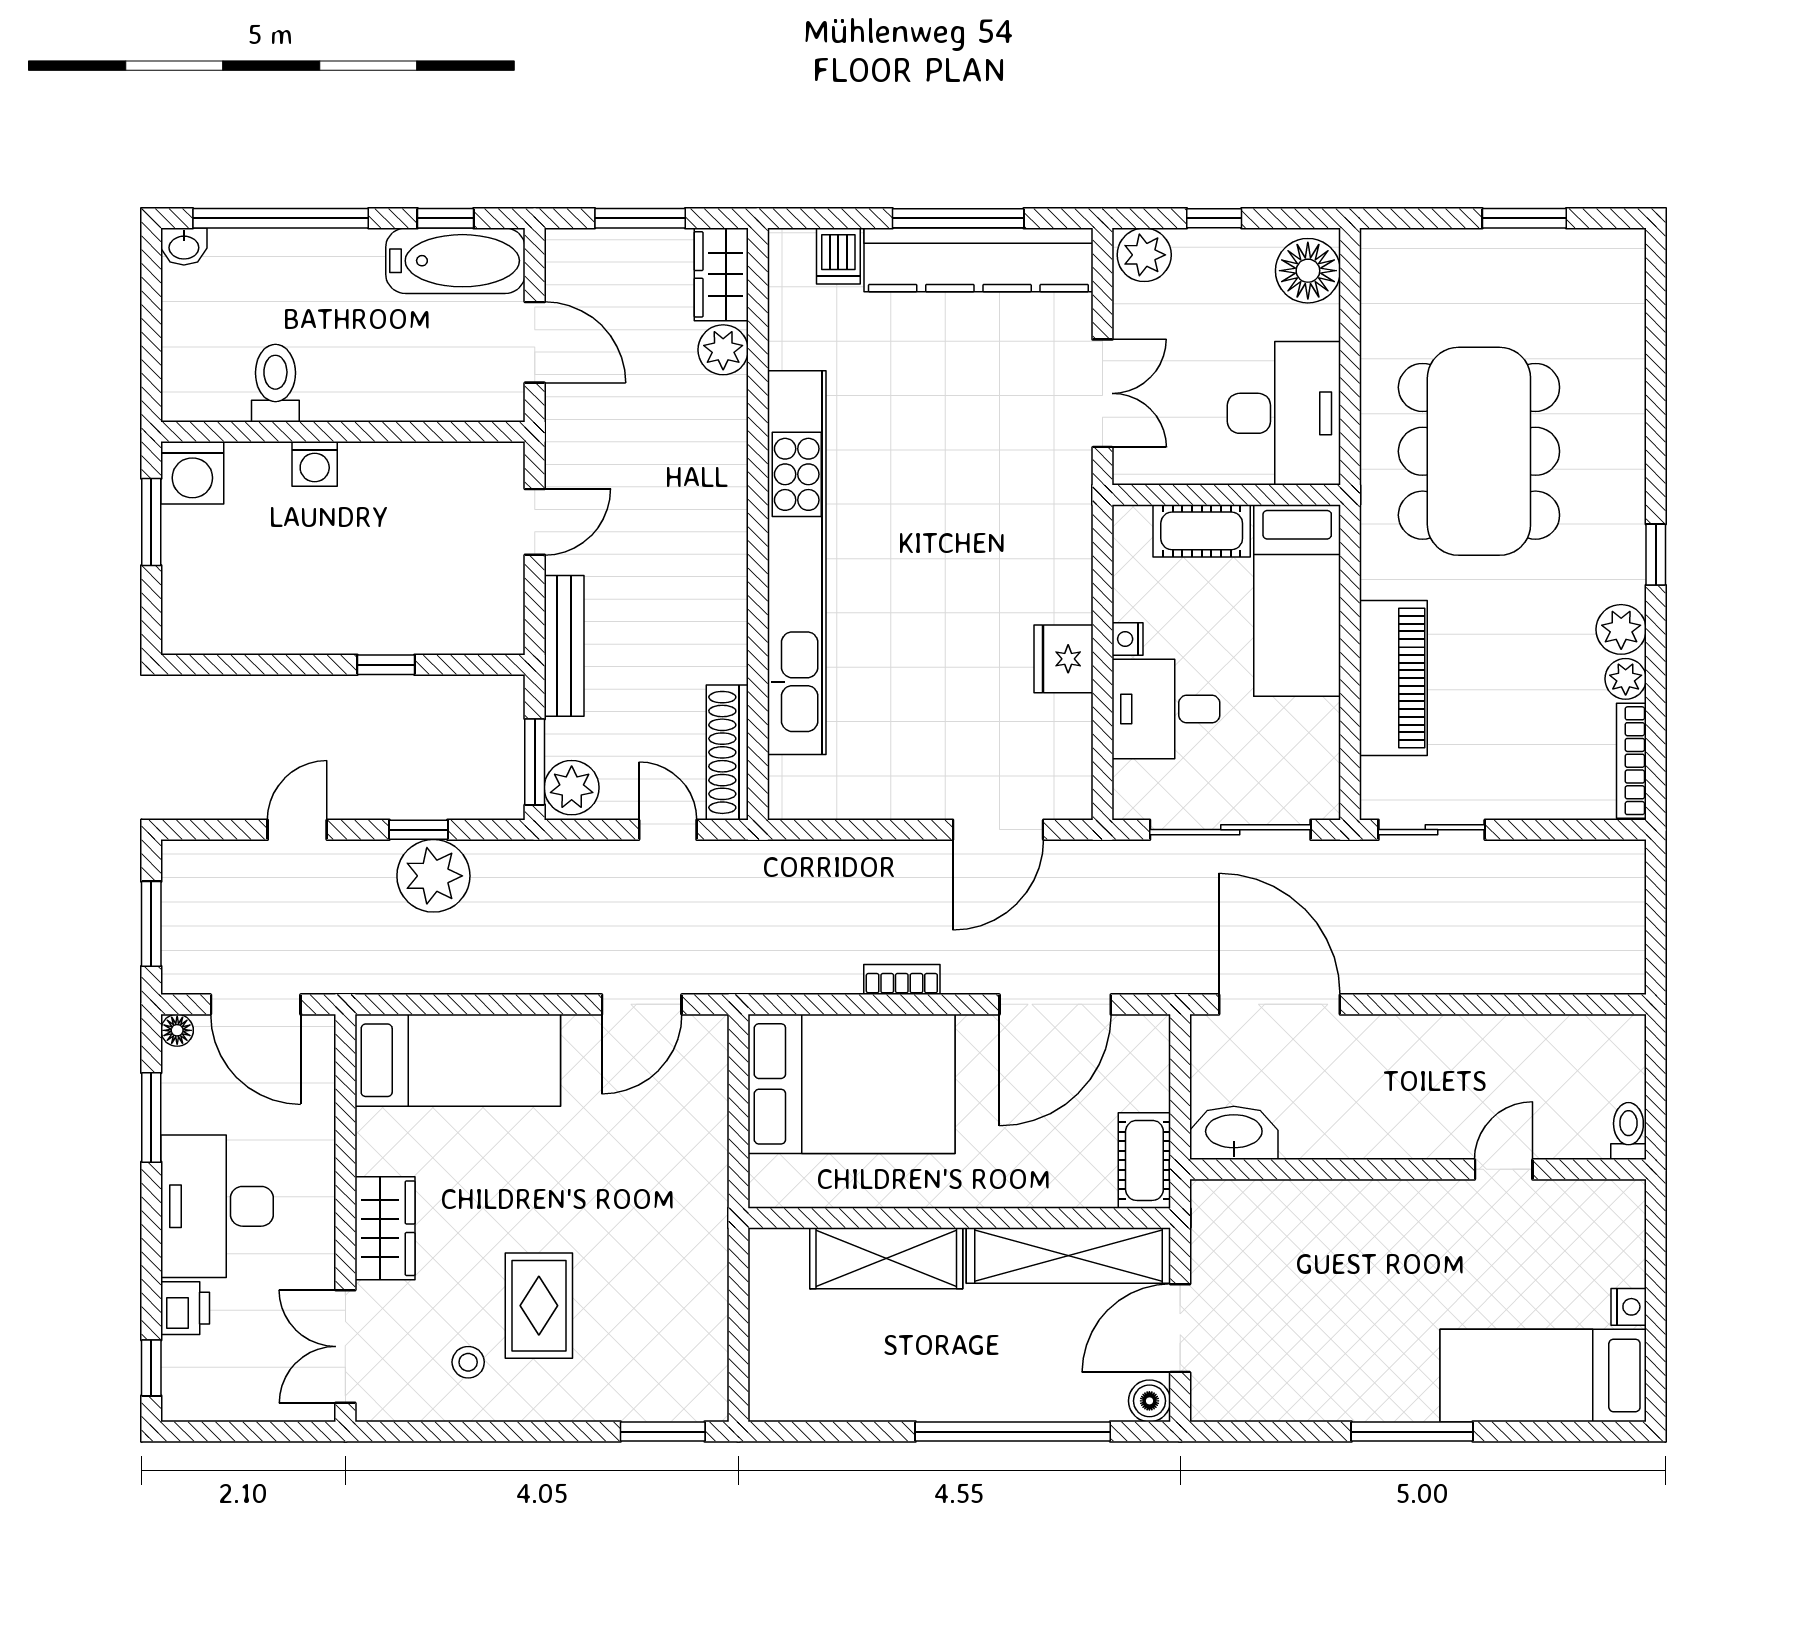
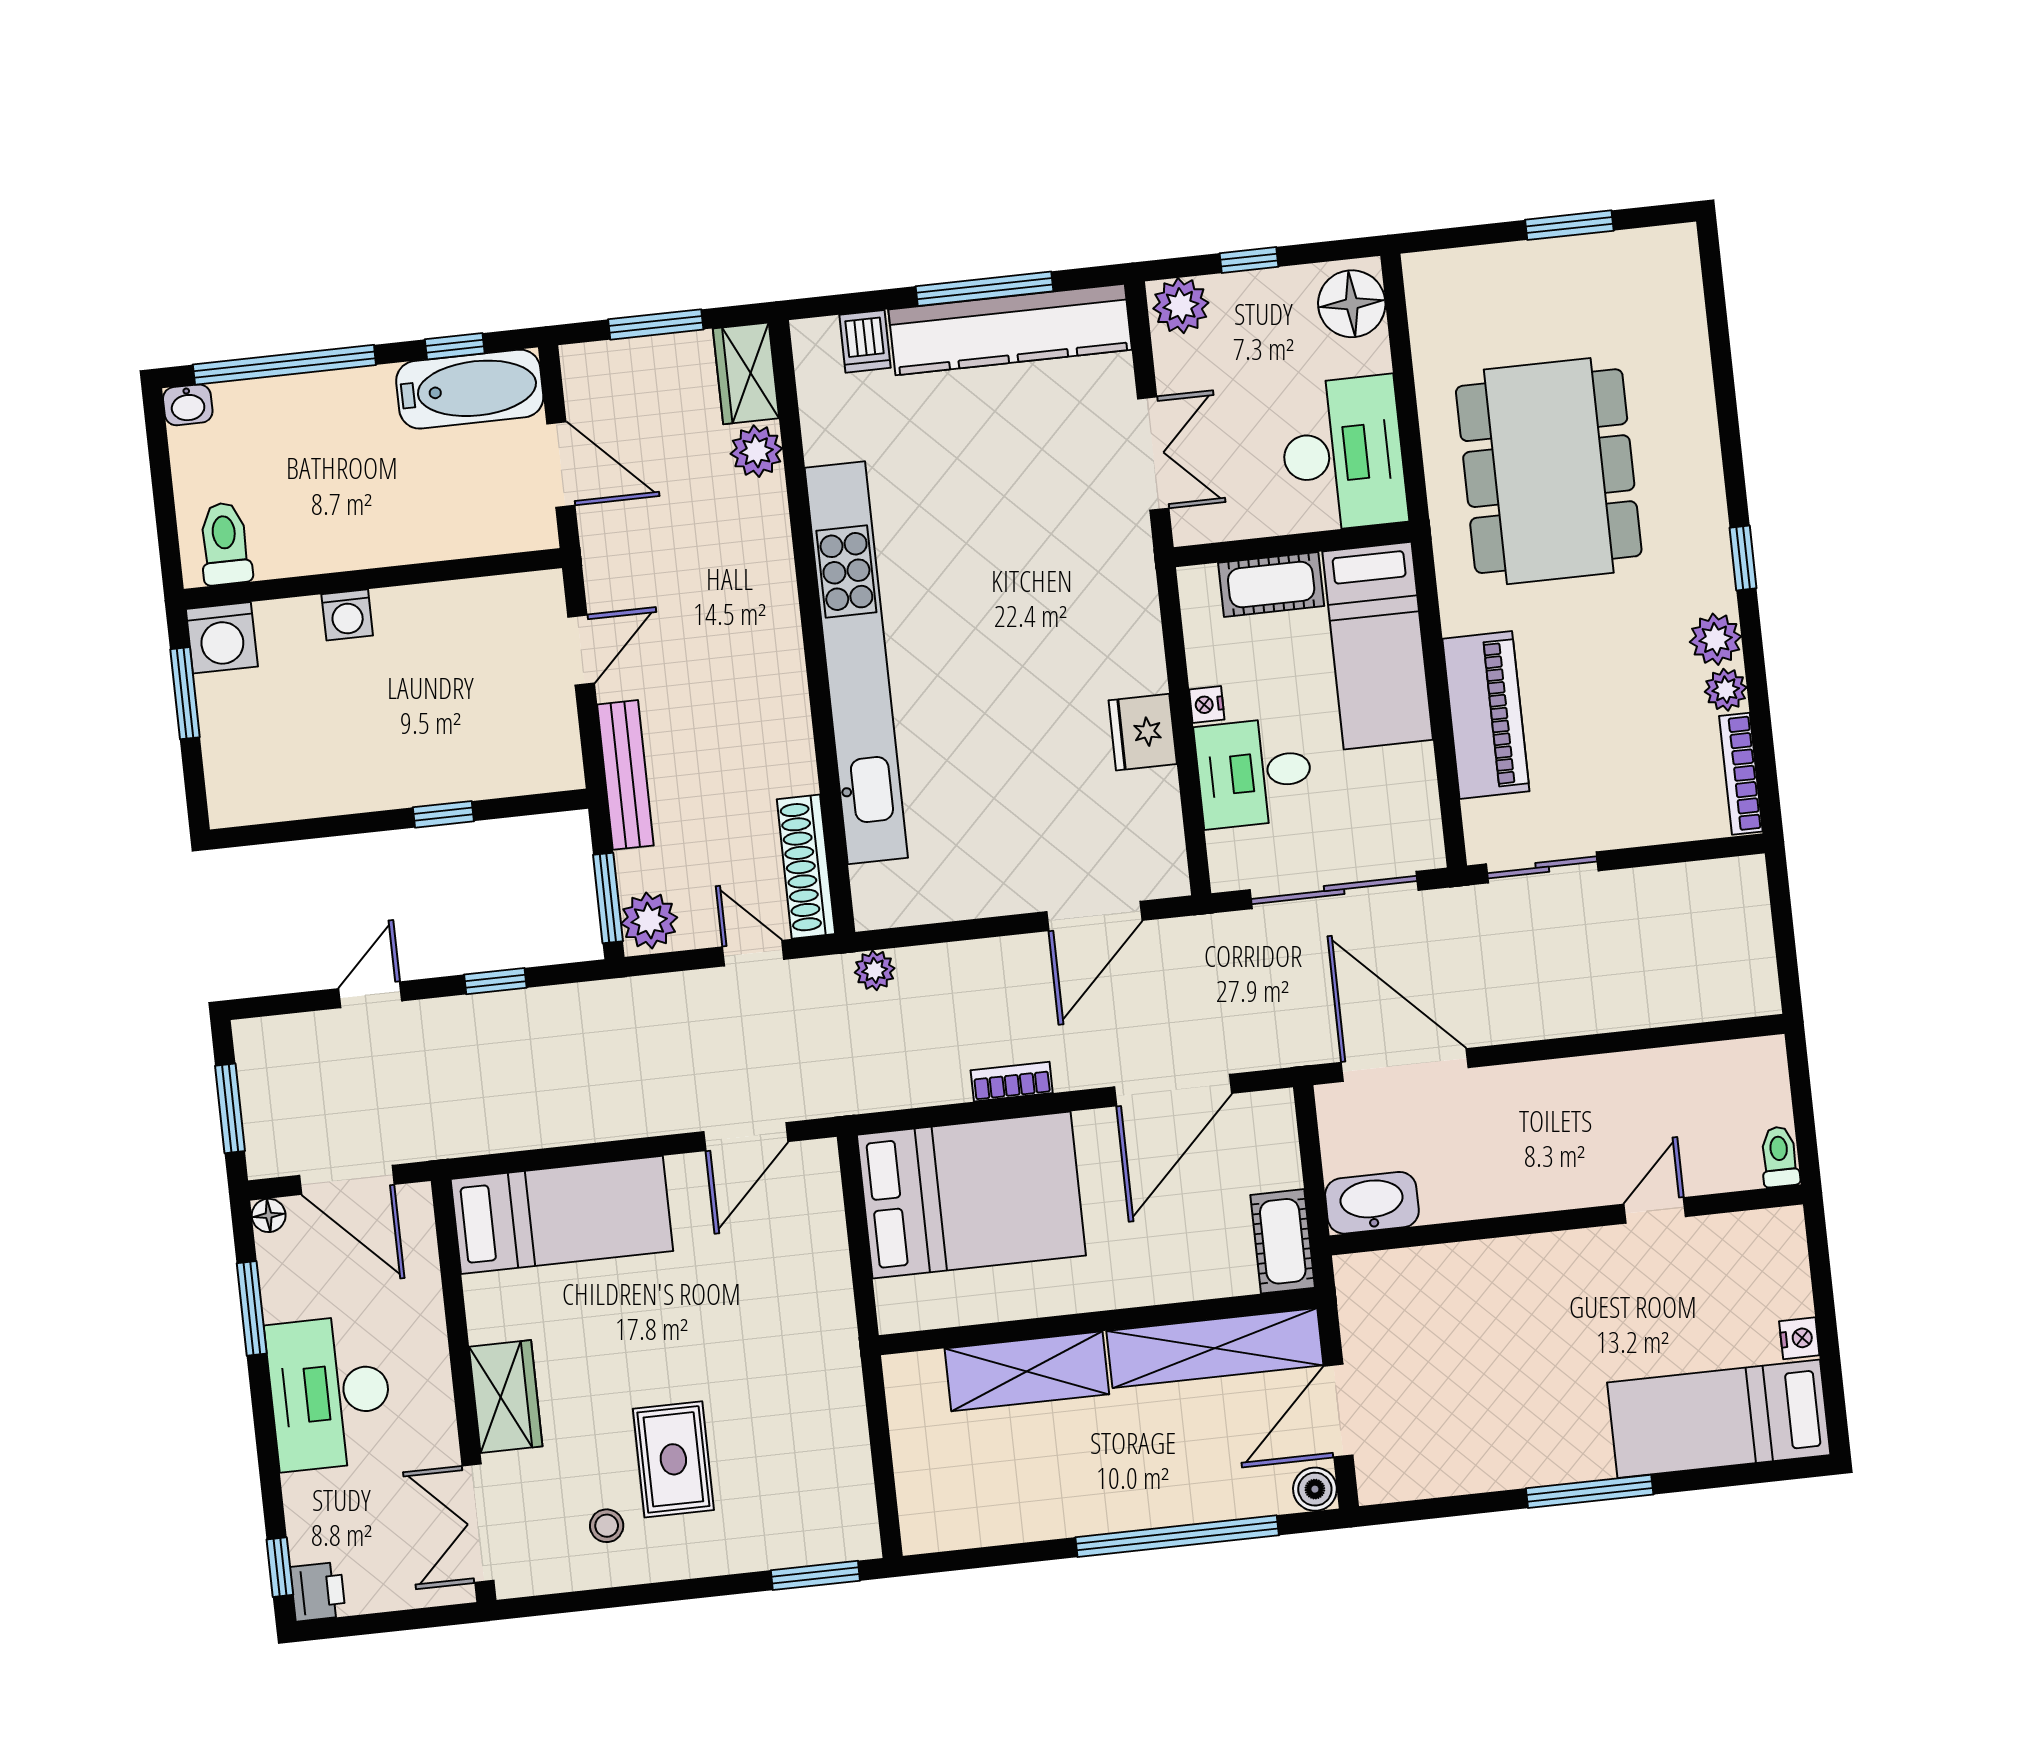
toilet: (275, 383) -> (225, 544), moved
plant: (433, 876) -> (875, 970), moved, width x0.53, depth x0.53
printer: (185, 1308) -> (318, 1592), moved

